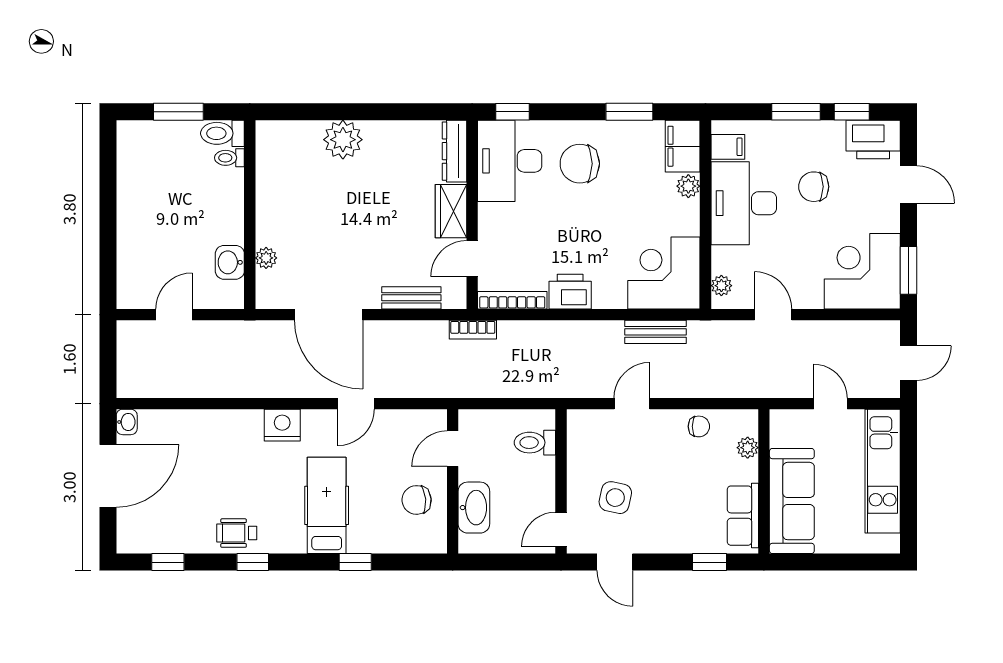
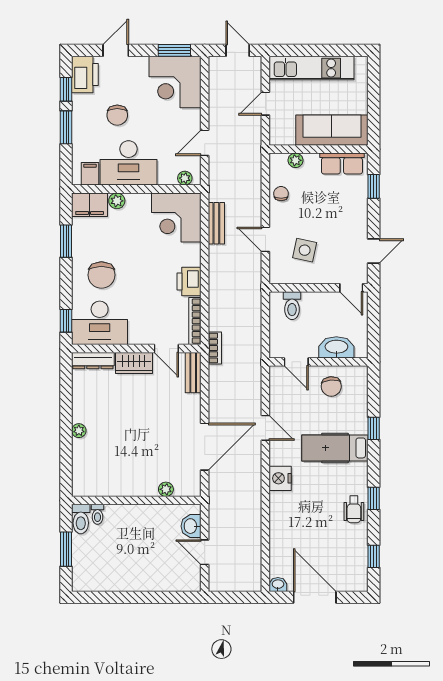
plant: (343, 140) -> (79, 431), width x0.53, depth x0.53
washbasin: (230, 262) -> (191, 526), moved, turned 90
bench: (411, 298) -> (193, 373), moved
side table: (615, 498) -> (305, 250), moved

